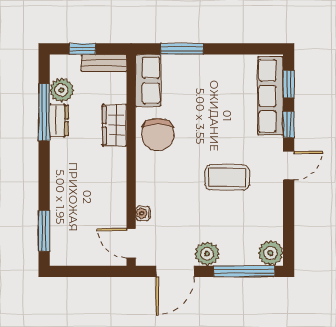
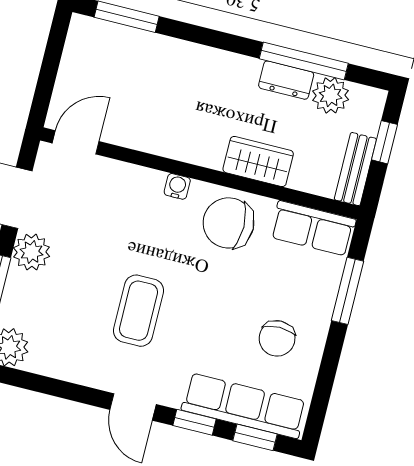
chair: (223, 86) -> (277, 338), added
water cooler: (143, 213) -> (177, 186), moved

